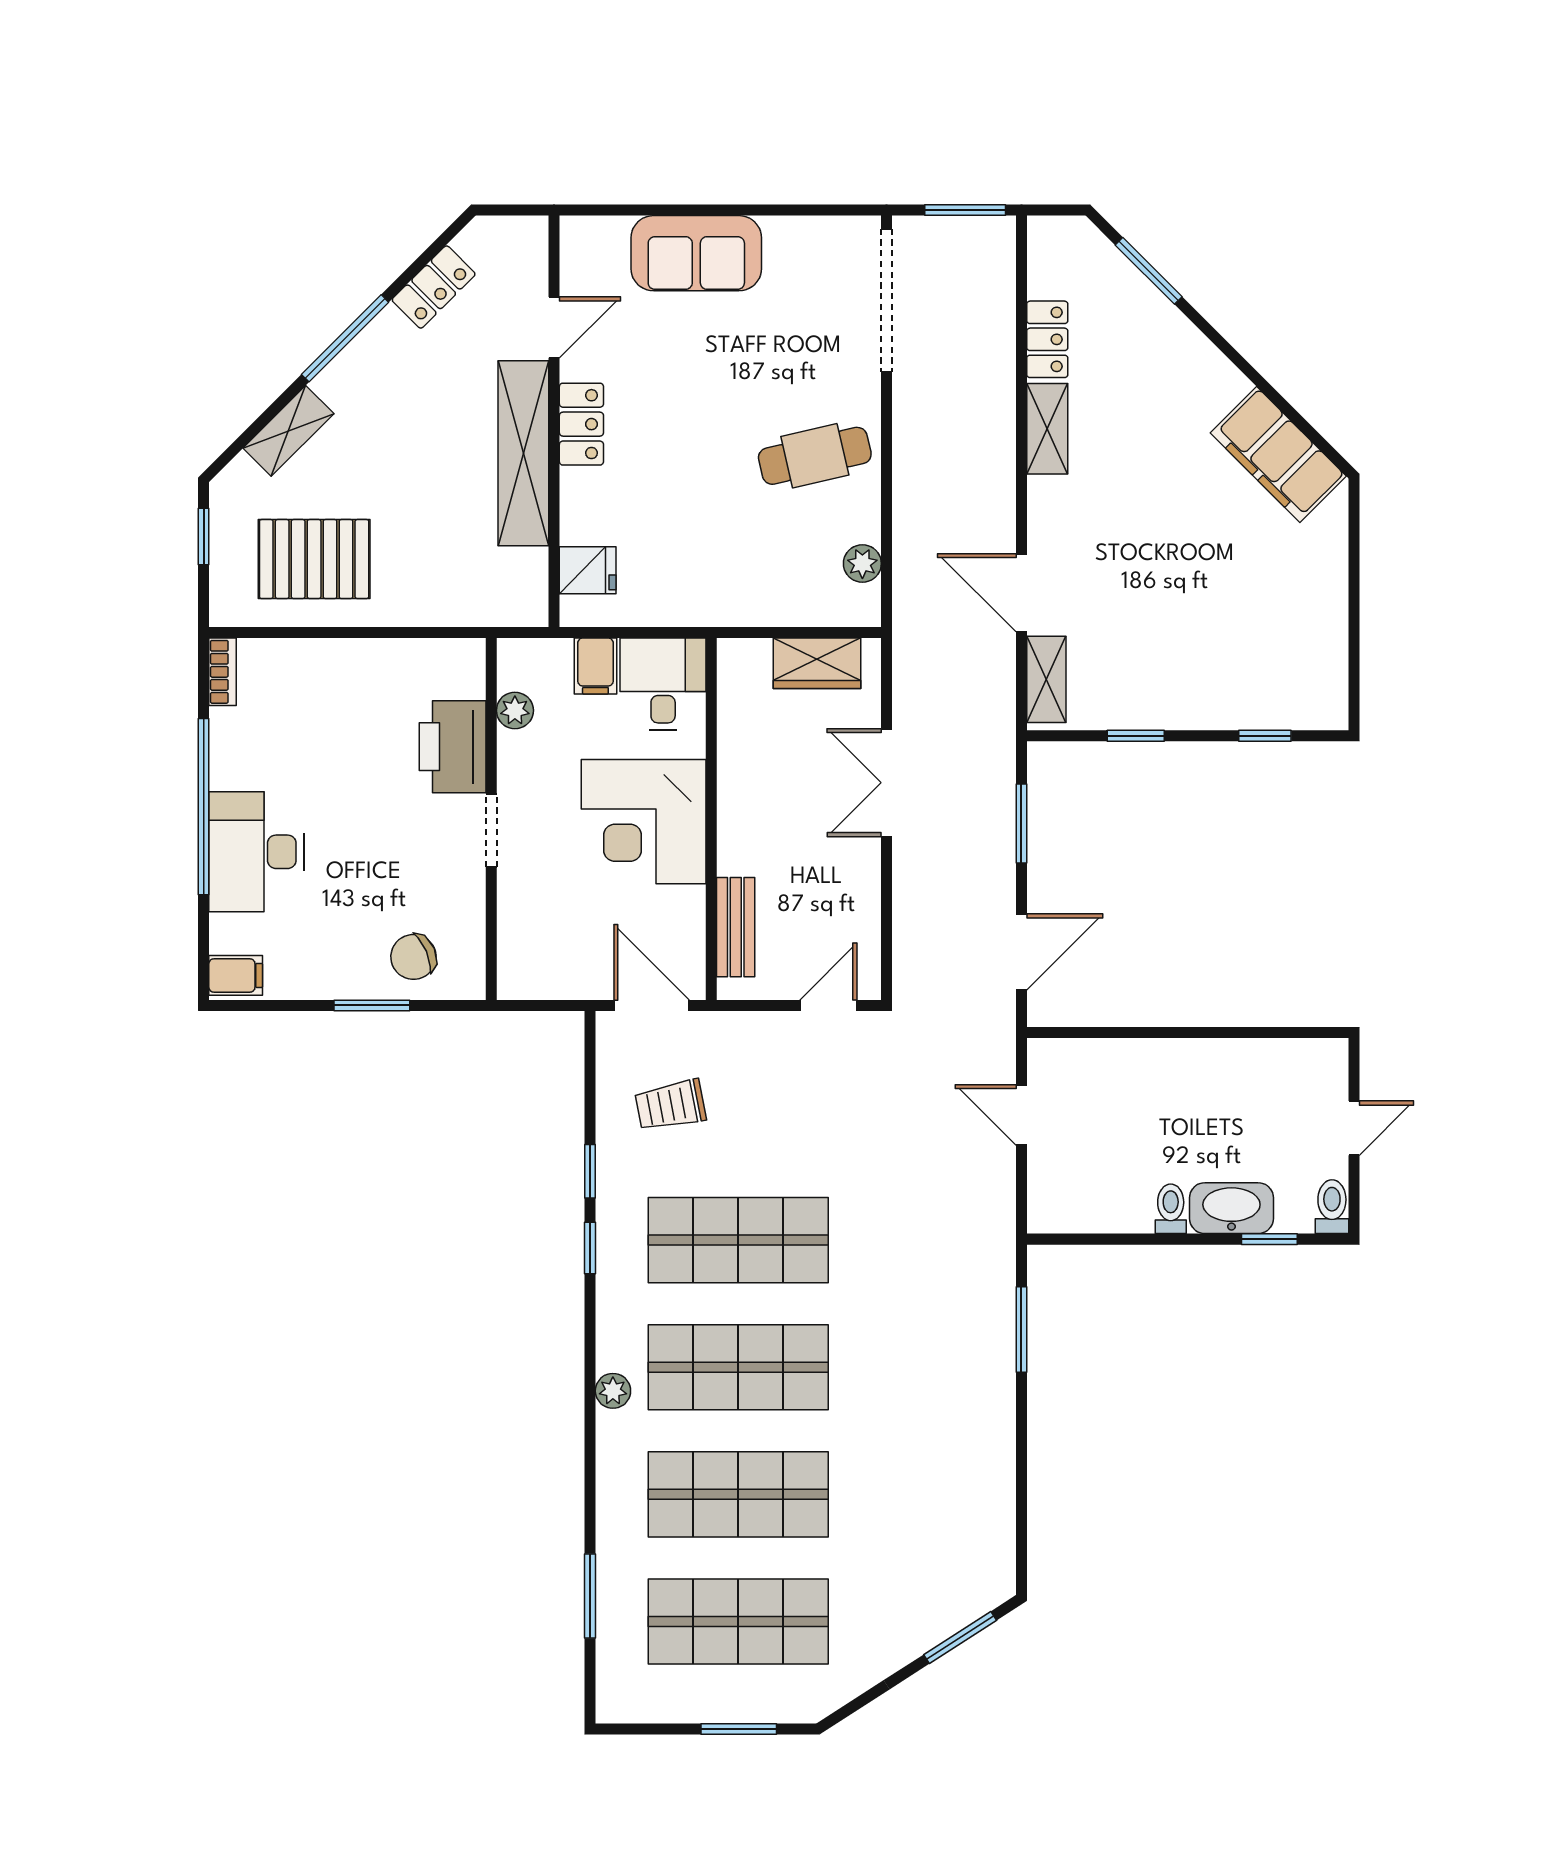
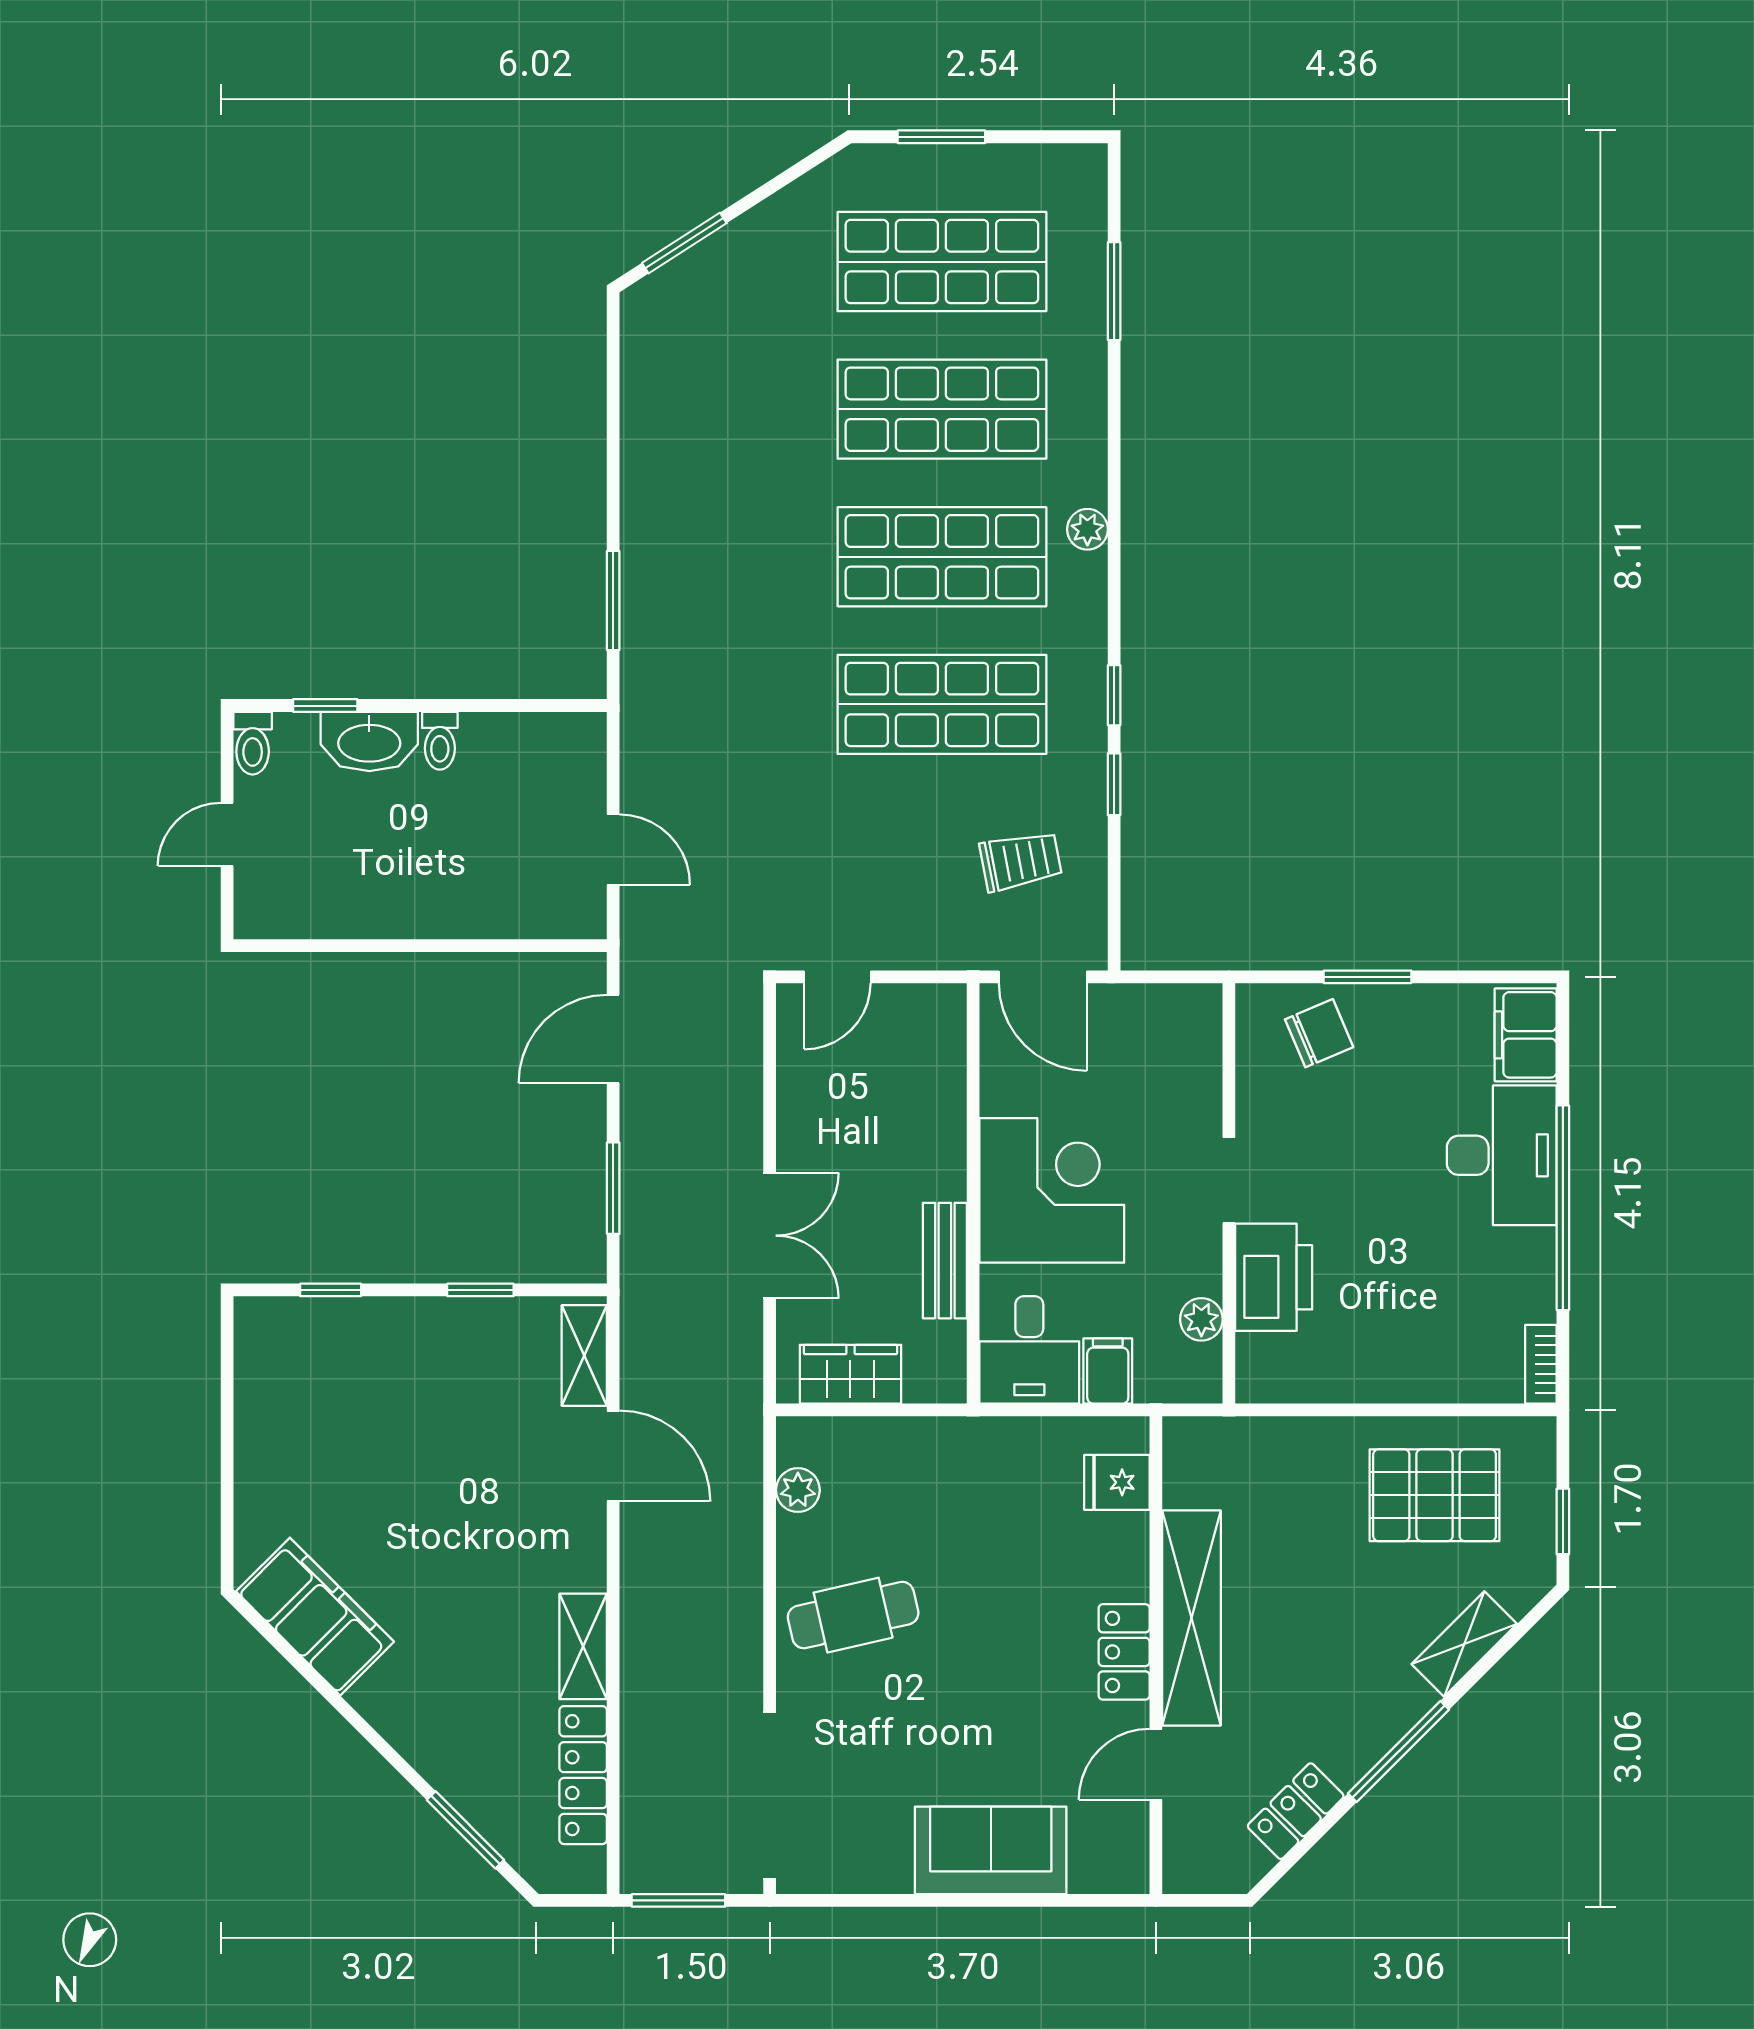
locker: (1047, 339) -> (583, 1775), width x1.53
bench: (736, 927) -> (945, 1261), moved
filing cabinet: (236, 975) -> (1526, 1035), width x2.00

